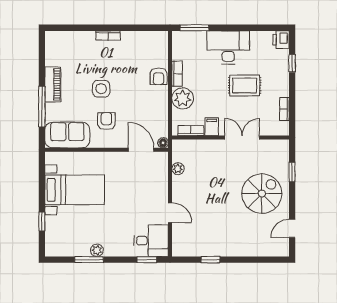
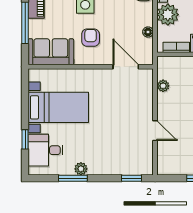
floor lamp: (163, 143) -> (148, 32), moved
desk: (151, 241) -> (45, 150), moved, turned 180

